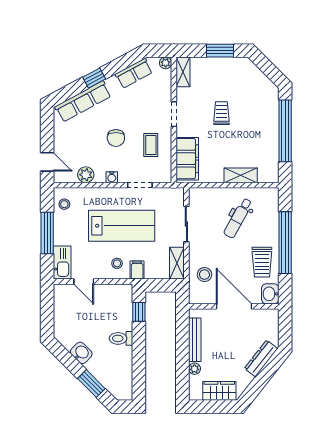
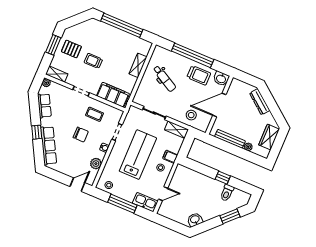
pallet: (225, 77) -> (71, 49), added
window: (139, 312) -> (223, 178), moved
toilet: (121, 338) -> (227, 193), moved
washbasin: (81, 353) -> (195, 220), moved

